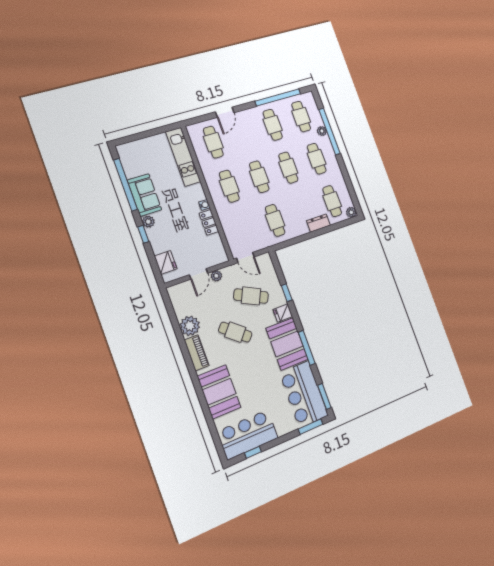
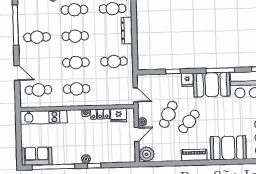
cafe table: (301, 117) -> (36, 11), removed
sofa: (144, 195) -> (37, 156), moved
dresser: (318, 223) -> (127, 31), width x1.44
door: (245, 257) -> (135, 95), hinge flipped
fridge: (166, 262) -> (119, 115), moved, turned 180
door: (199, 274) -> (137, 135), hinge flipped
cafe table: (251, 296) -> (168, 114), moved
plant: (190, 326) -> (147, 154), moved

